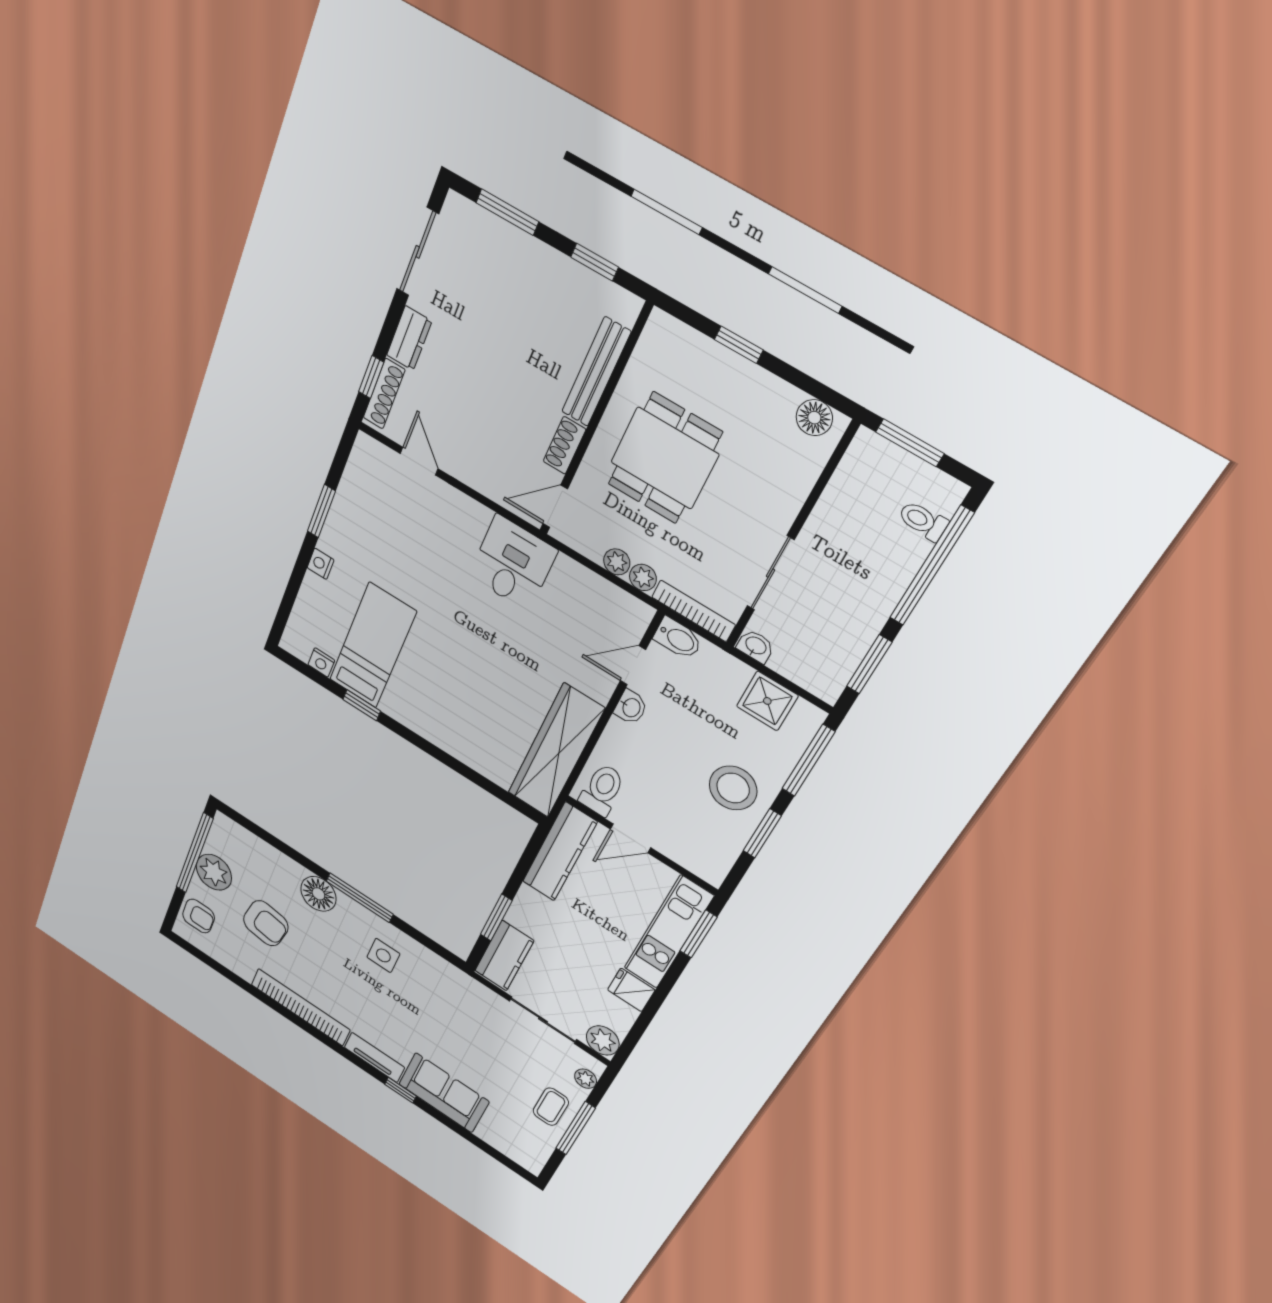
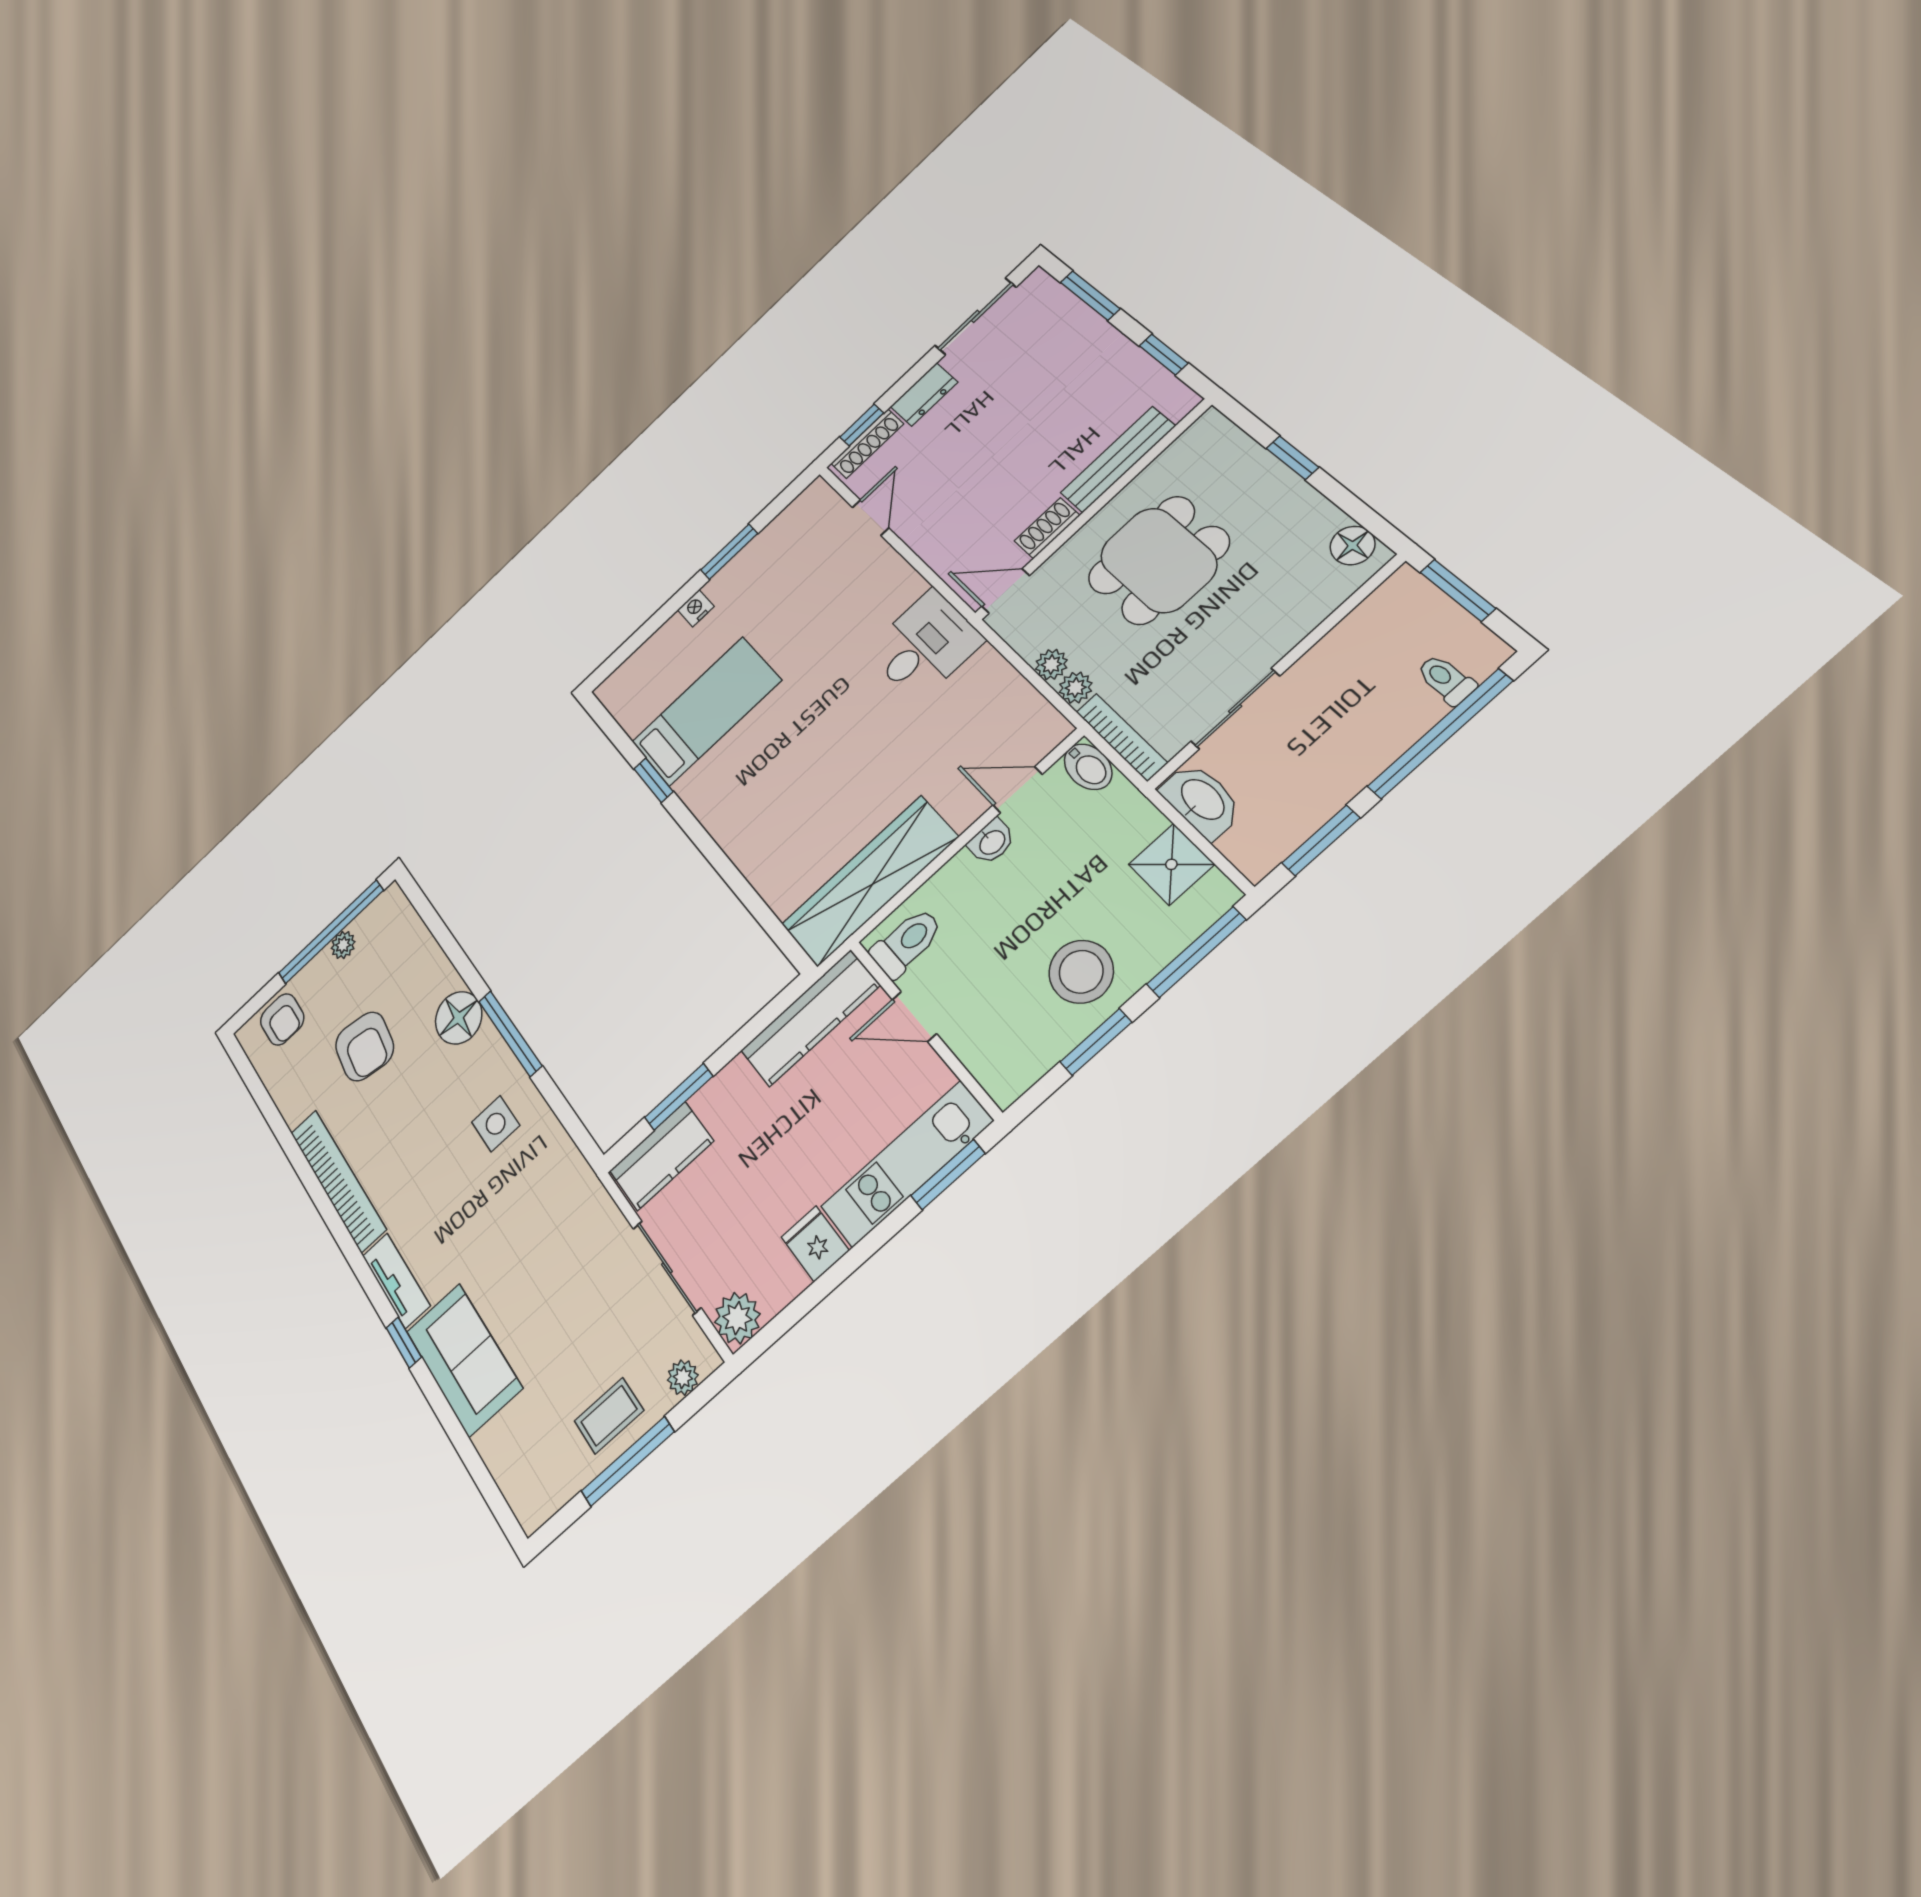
washbasin: (756, 646) -> (1202, 800), width x1.91, depth x1.45
nightstand: (321, 662) -> (633, 720), removed
plant: (214, 872) -> (343, 945), width x0.53, depth x0.53

